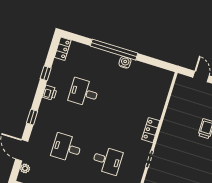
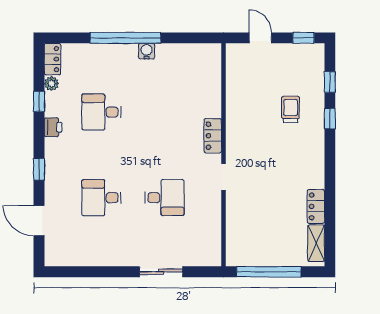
plant: (25, 168) -> (52, 84), moved

